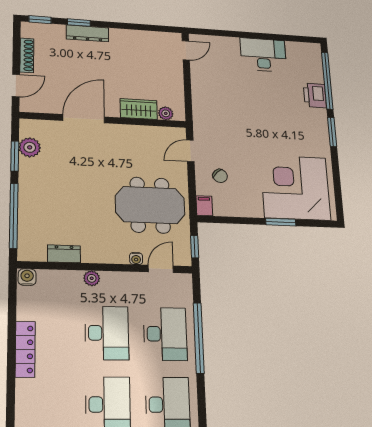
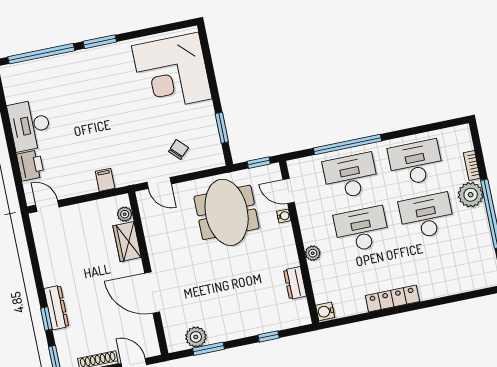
printer: (315, 95) -> (30, 165), moved, turned -90
filing cabinet: (204, 206) -> (105, 180), moved, turned 90
window: (14, 216) -> (269, 336), width x0.32
window: (281, 222) -> (222, 128), moved

